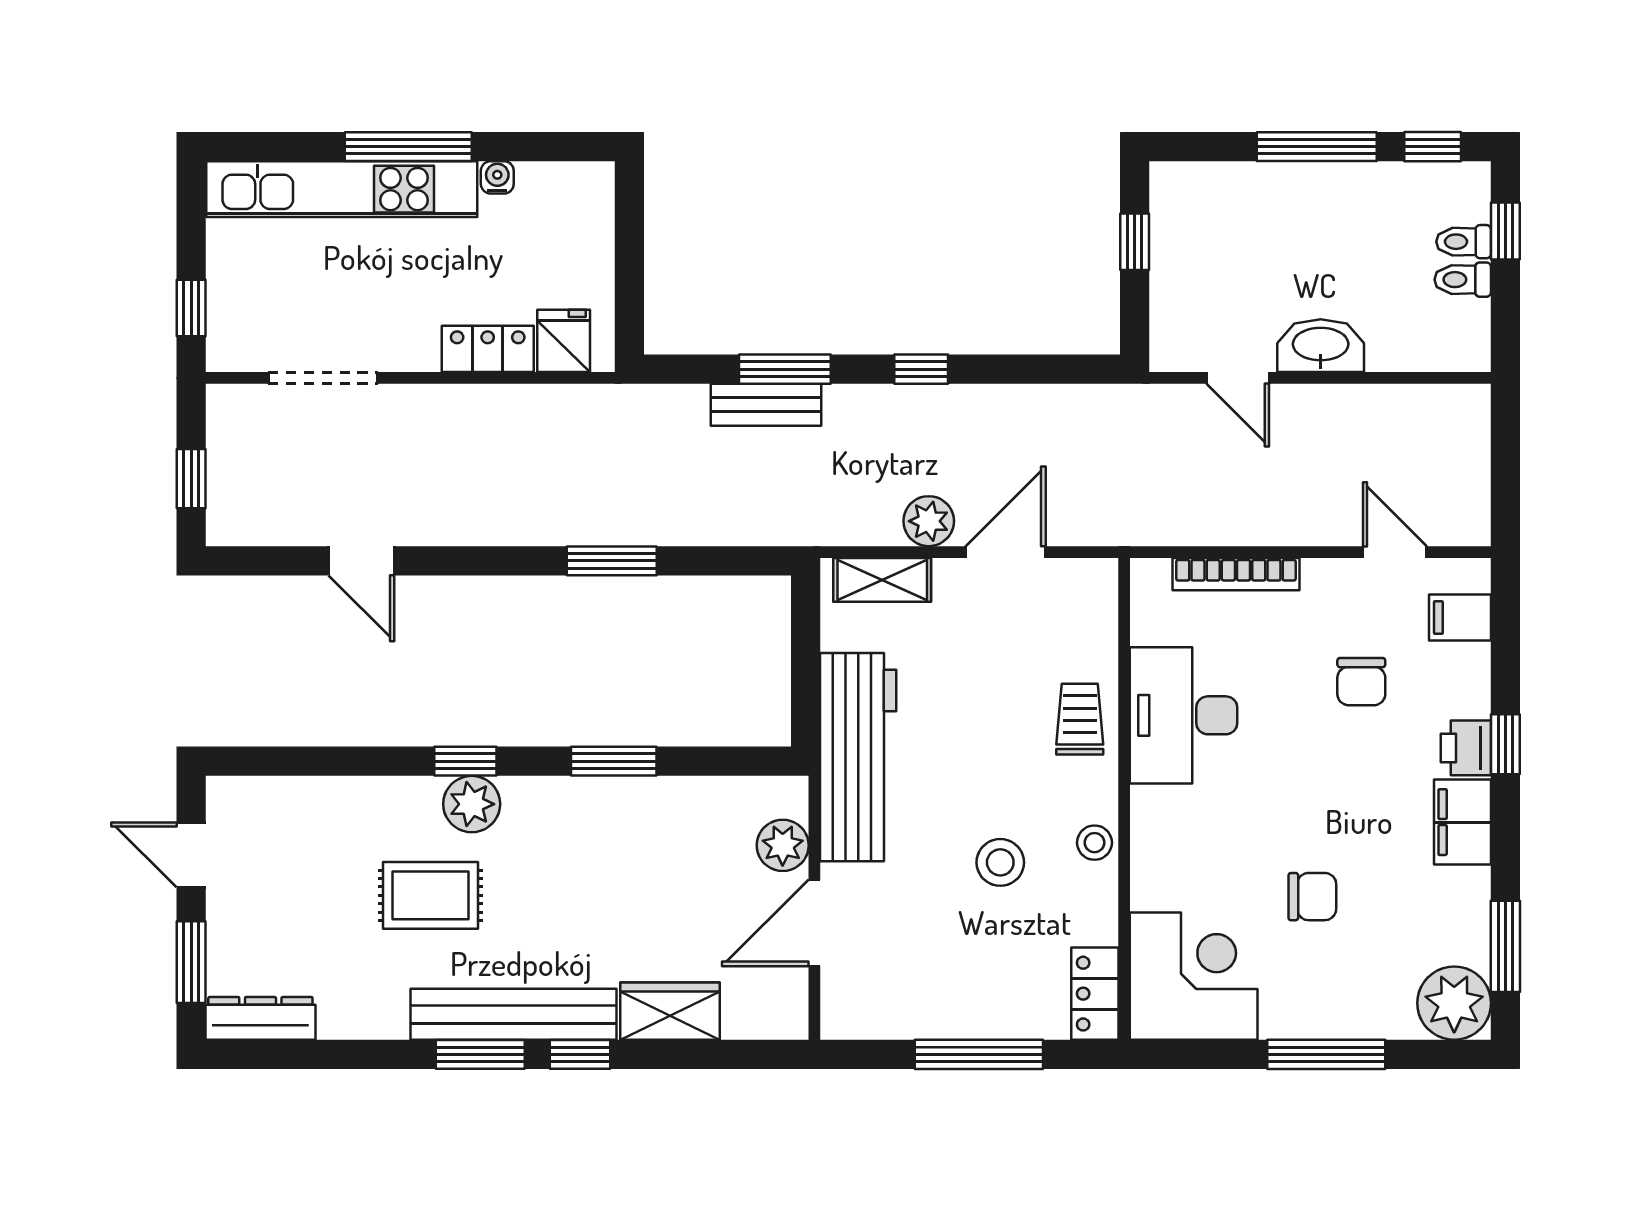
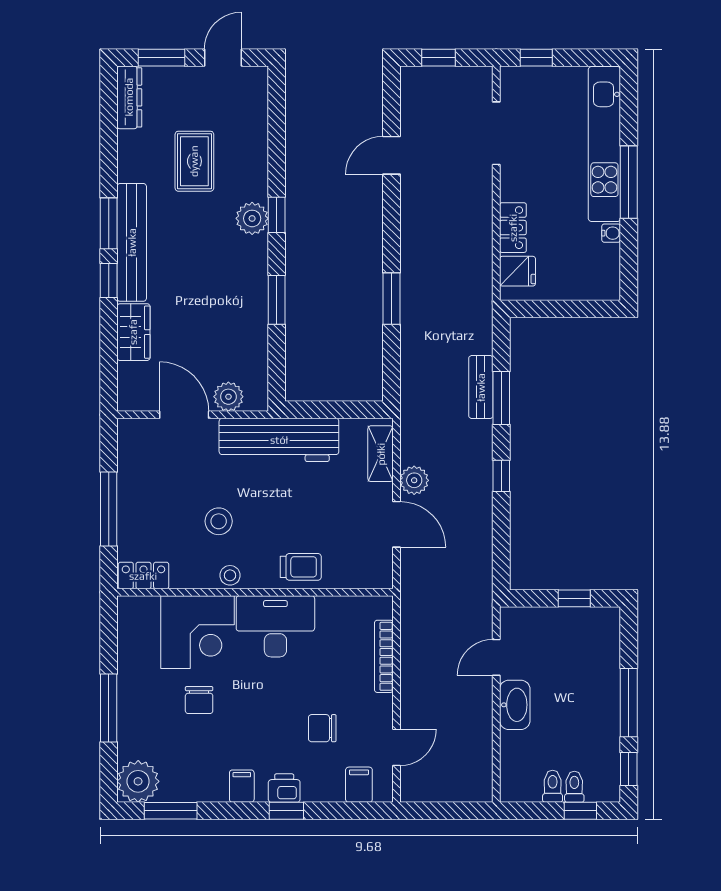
desk: (1184, 715) -> (275, 626), moved
filing cabinet: (1462, 822) -> (242, 786), width x0.50
rug: (430, 895) -> (194, 161), moved
corner desk: (1194, 976) -> (198, 632), moved

